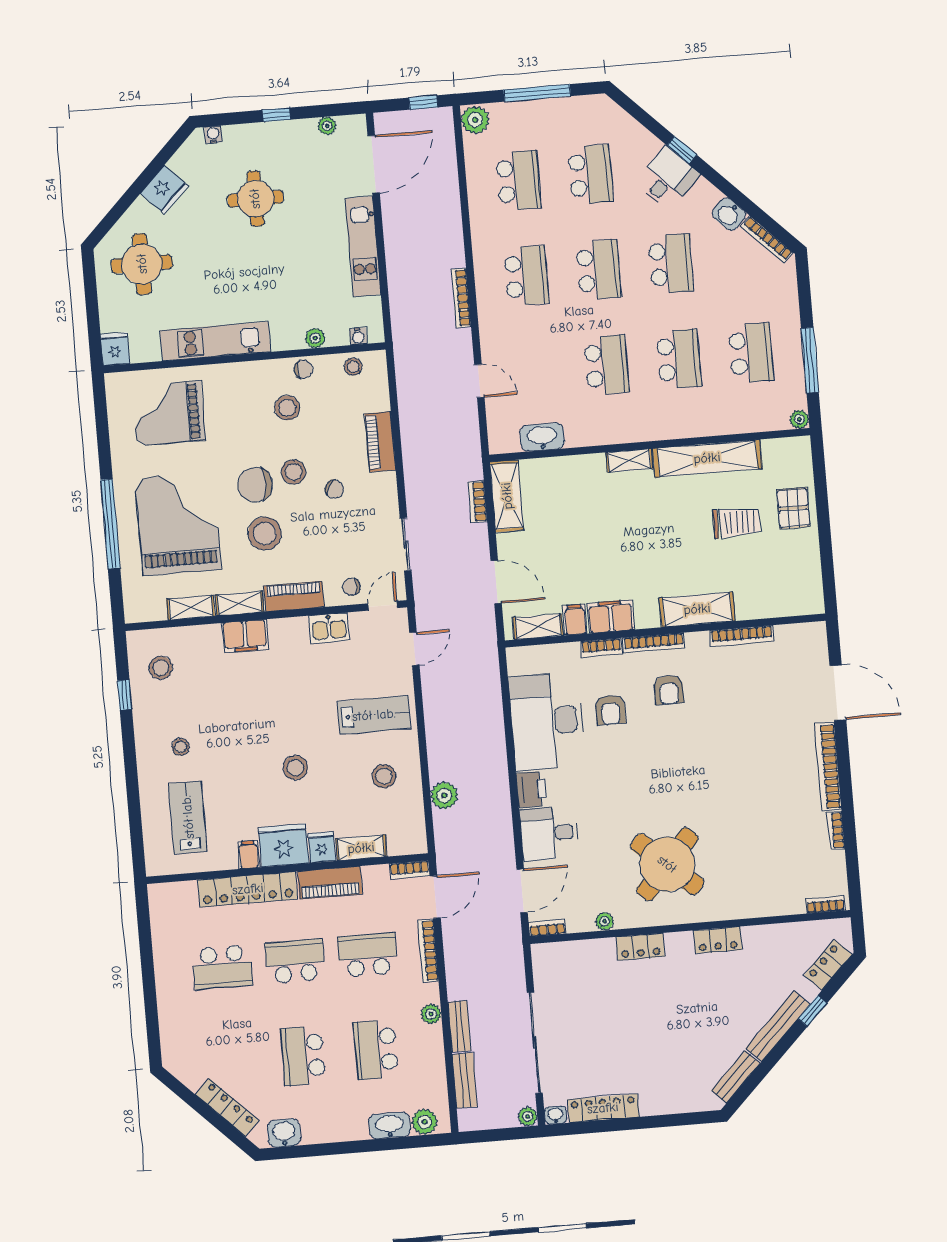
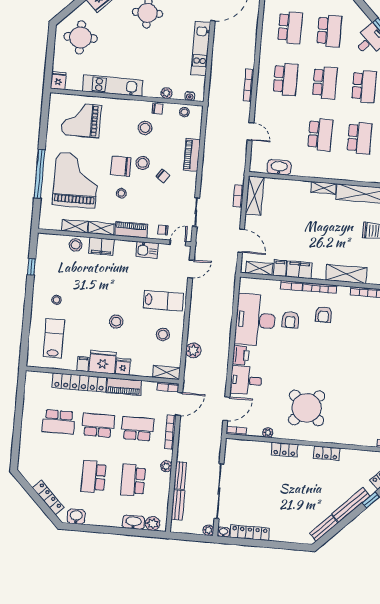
stool: (265, 533) -> (121, 193), width x0.53, depth x0.53
stool: (161, 668) -> (76, 245), moved
shelving: (361, 848) -> (166, 373), moved

